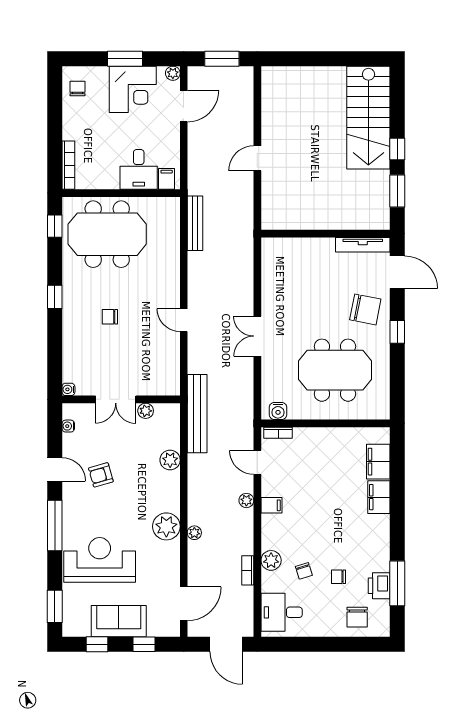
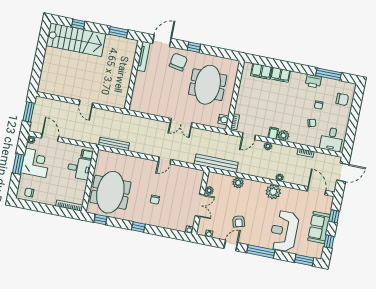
window: (397, 149) -> (78, 24), moved
plant: (271, 560) -> (283, 136), moved
printer: (379, 586) -> (313, 81), moved

